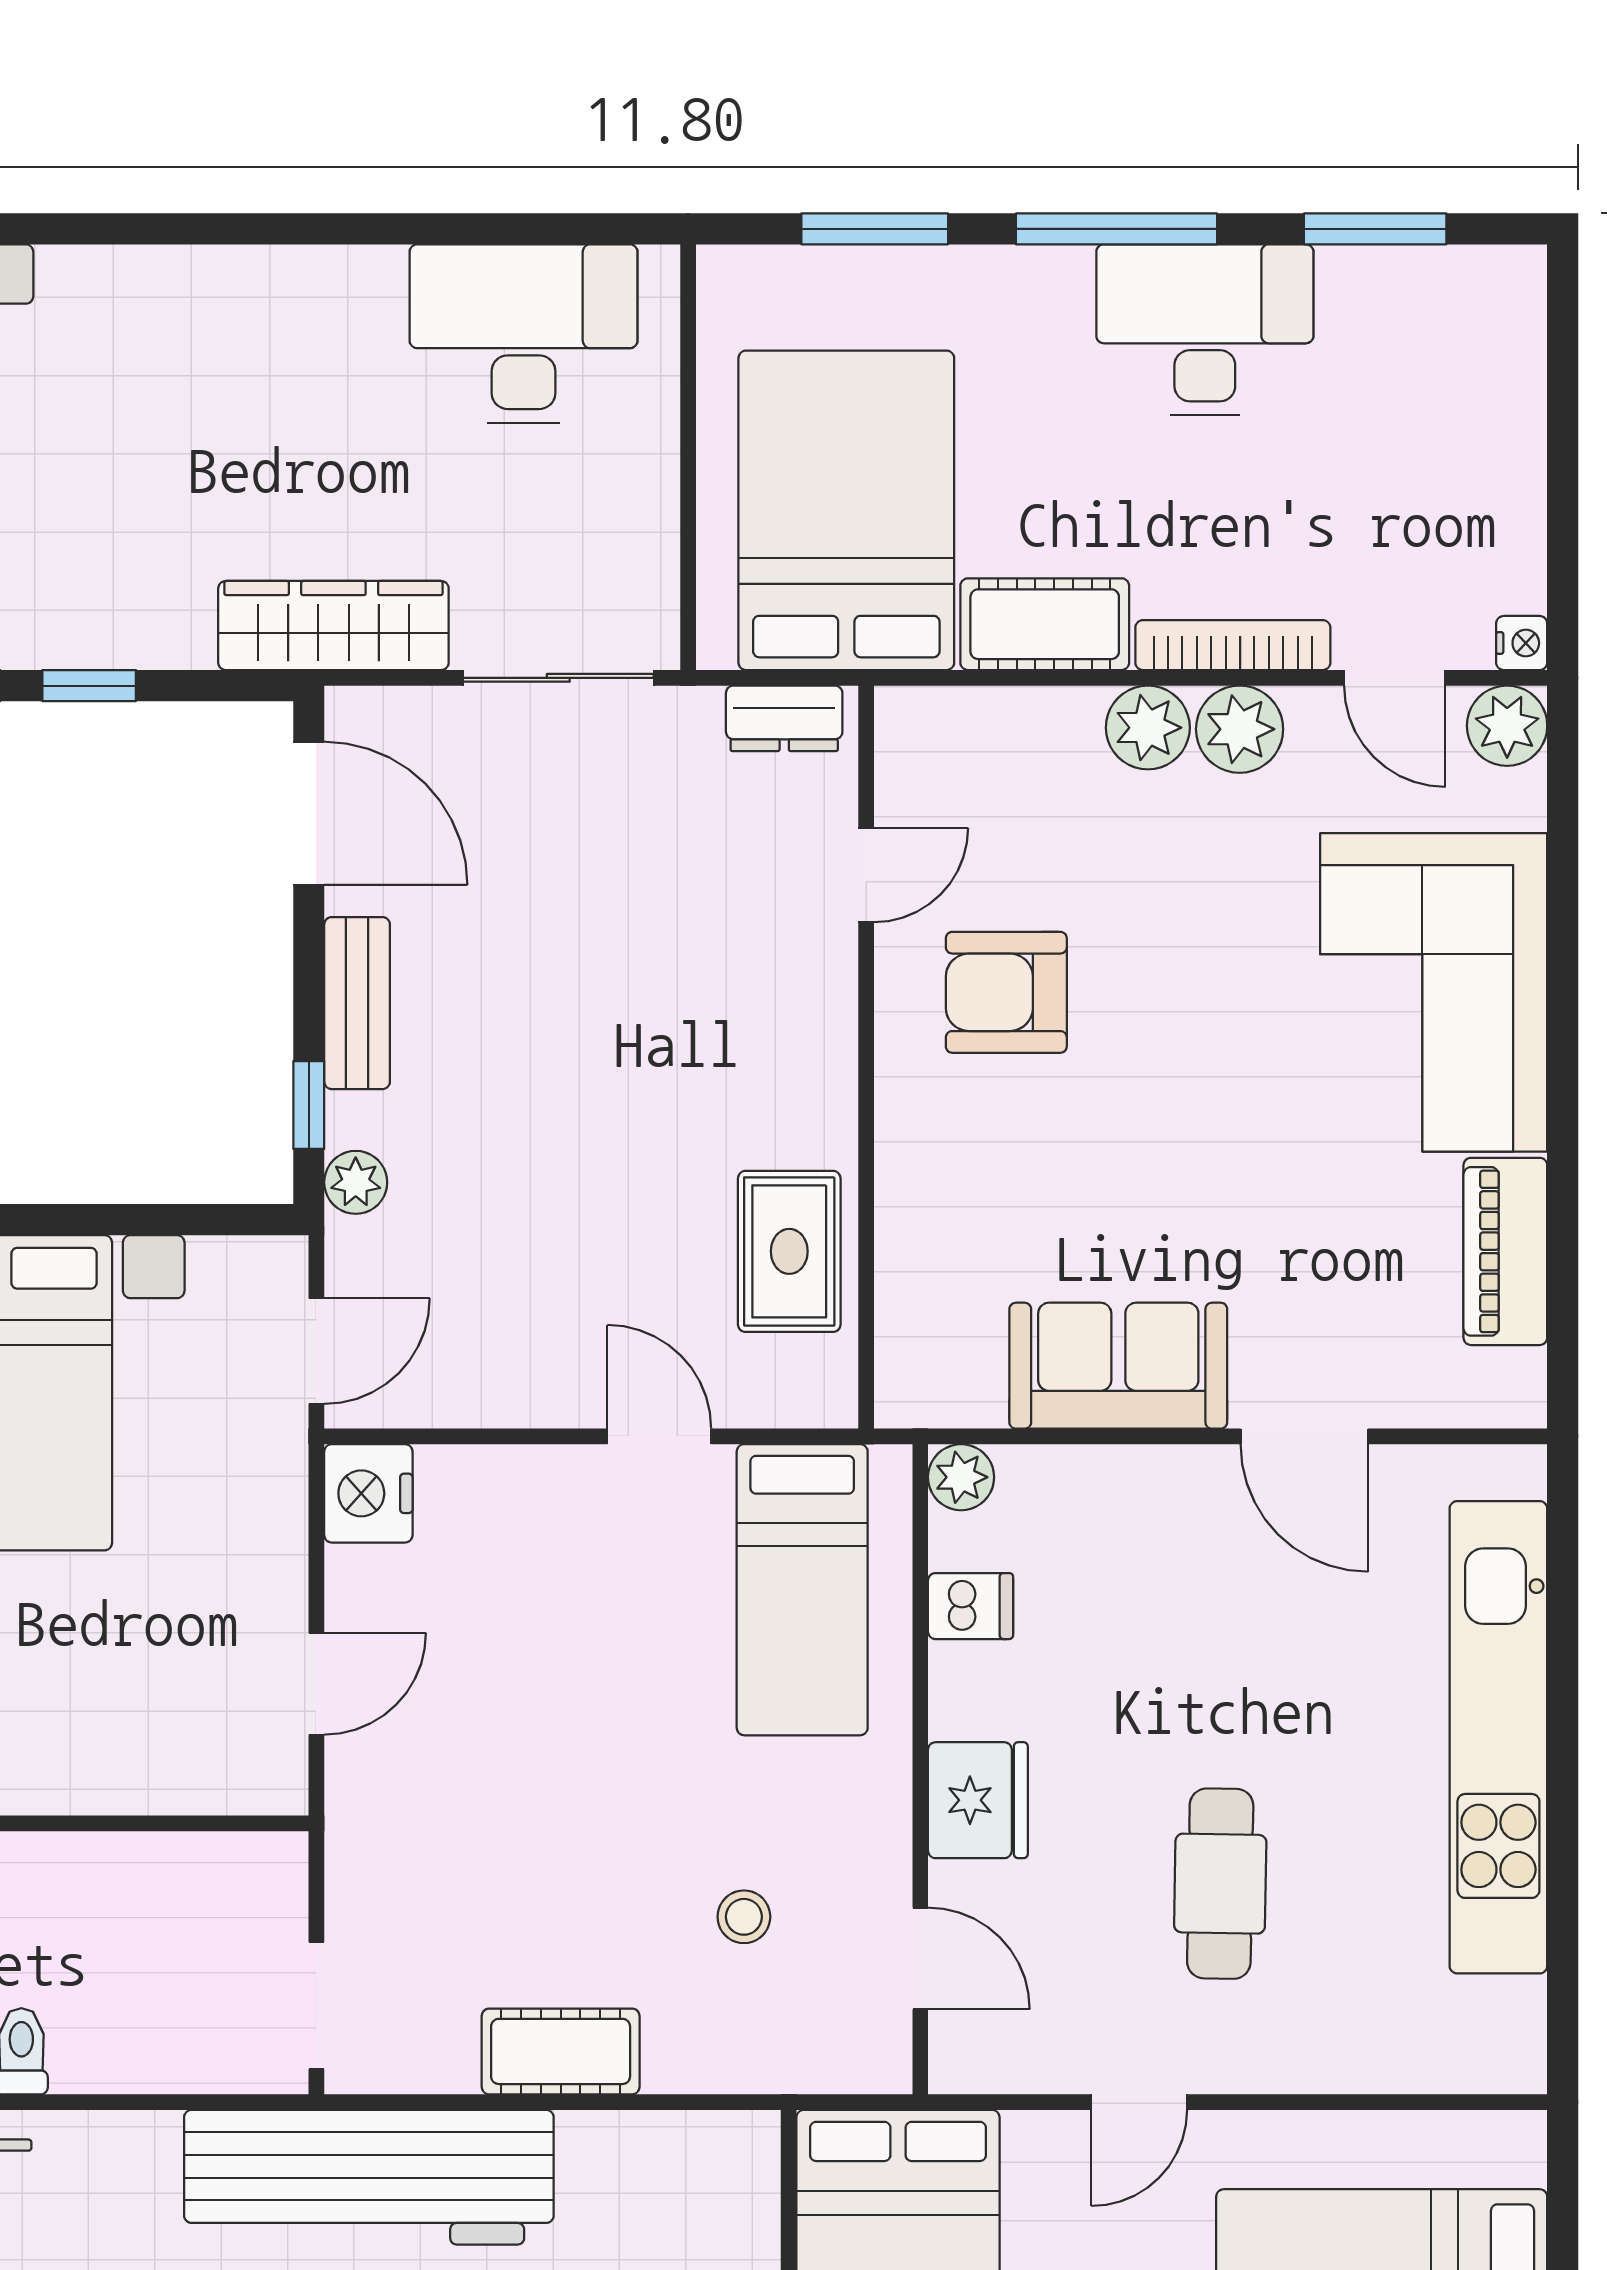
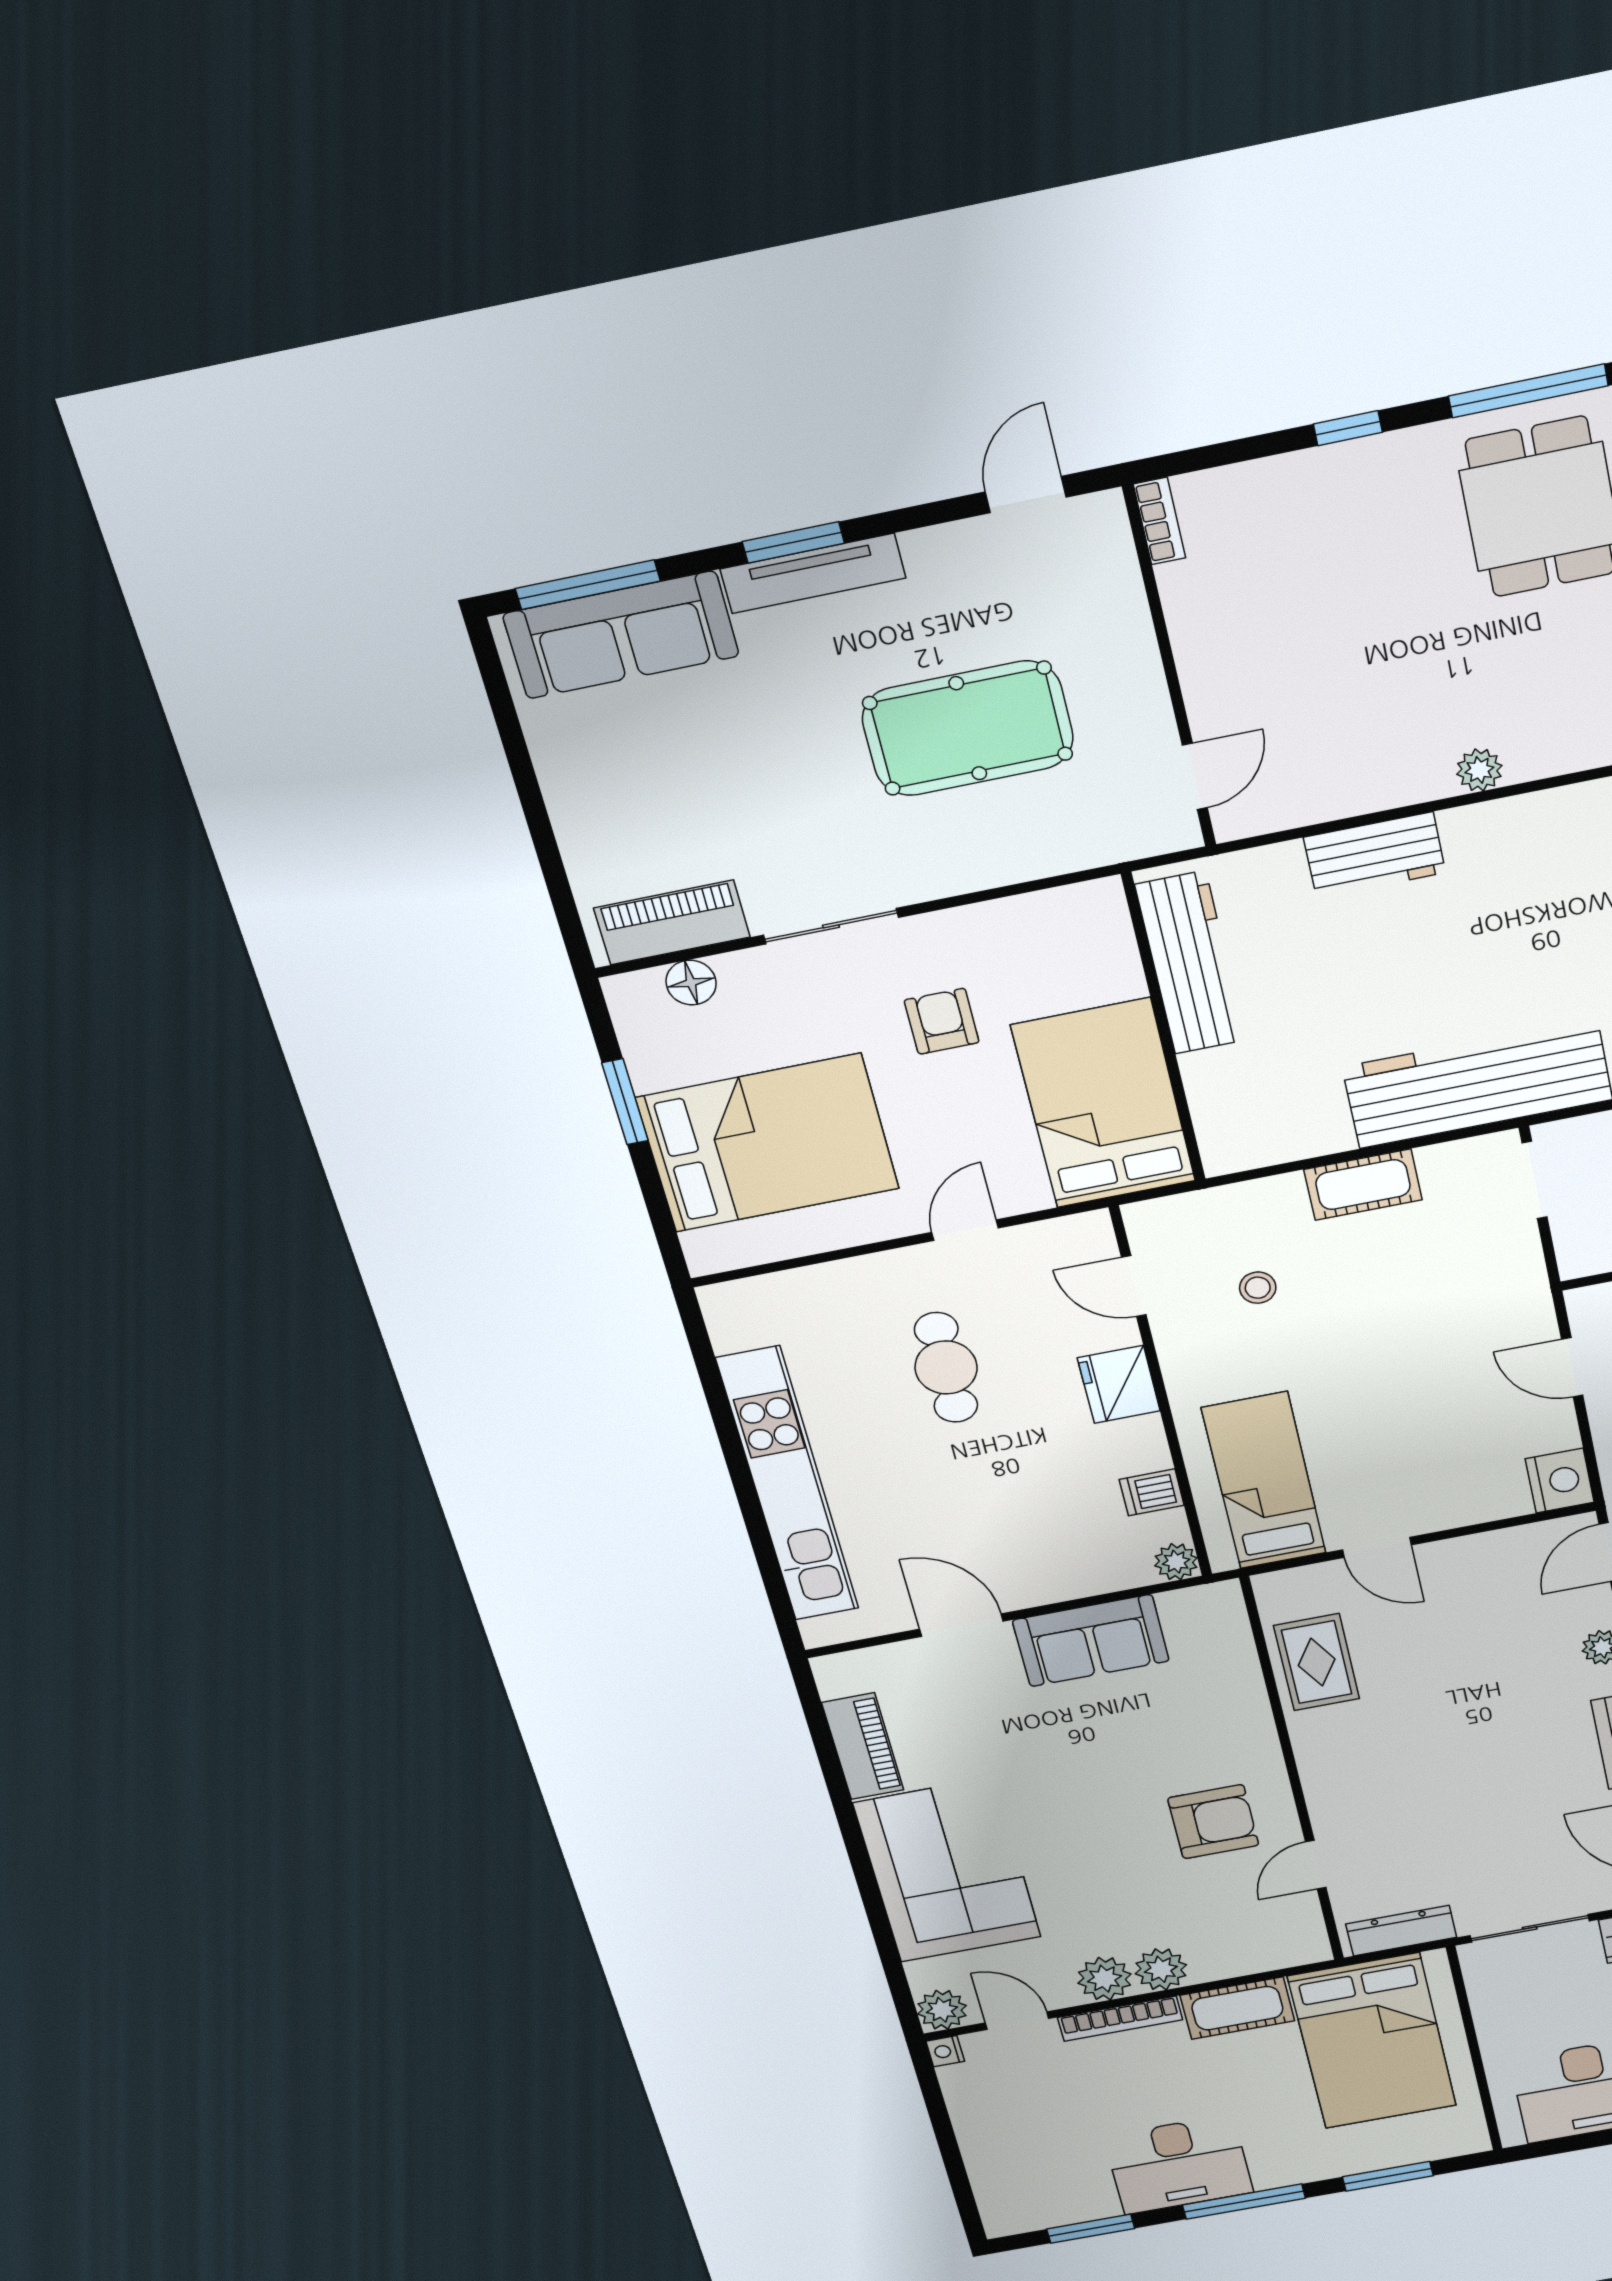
dresser: (784, 718) -> (1401, 1931), width x1.44
door: (316, 1684) -> (1572, 1367), hinge flipped

